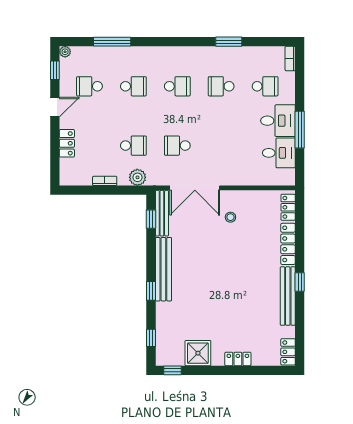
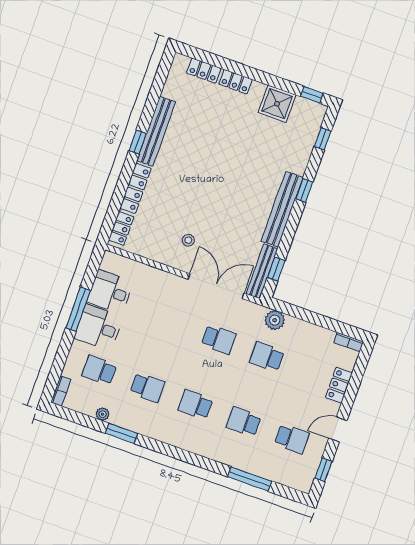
plant: (65, 52) -> (102, 414), moved
bookcase: (105, 181) -> (349, 342), moved
locker: (288, 352) -> (204, 71), moved, turned 90

